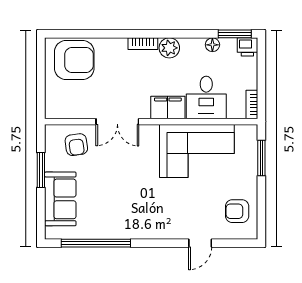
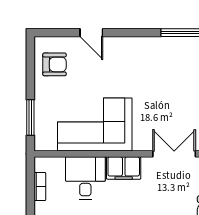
bookcase: (252, 104) -> (40, 186), moved
door: (200, 243) -> (91, 33), swing flipped

